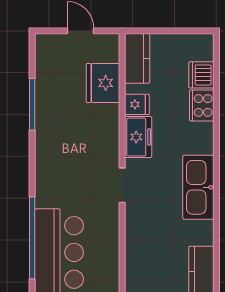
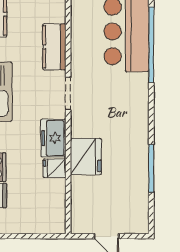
kitchen counter: (137, 58) -> (54, 47), moved
fridge: (103, 83) -> (86, 156), moved

